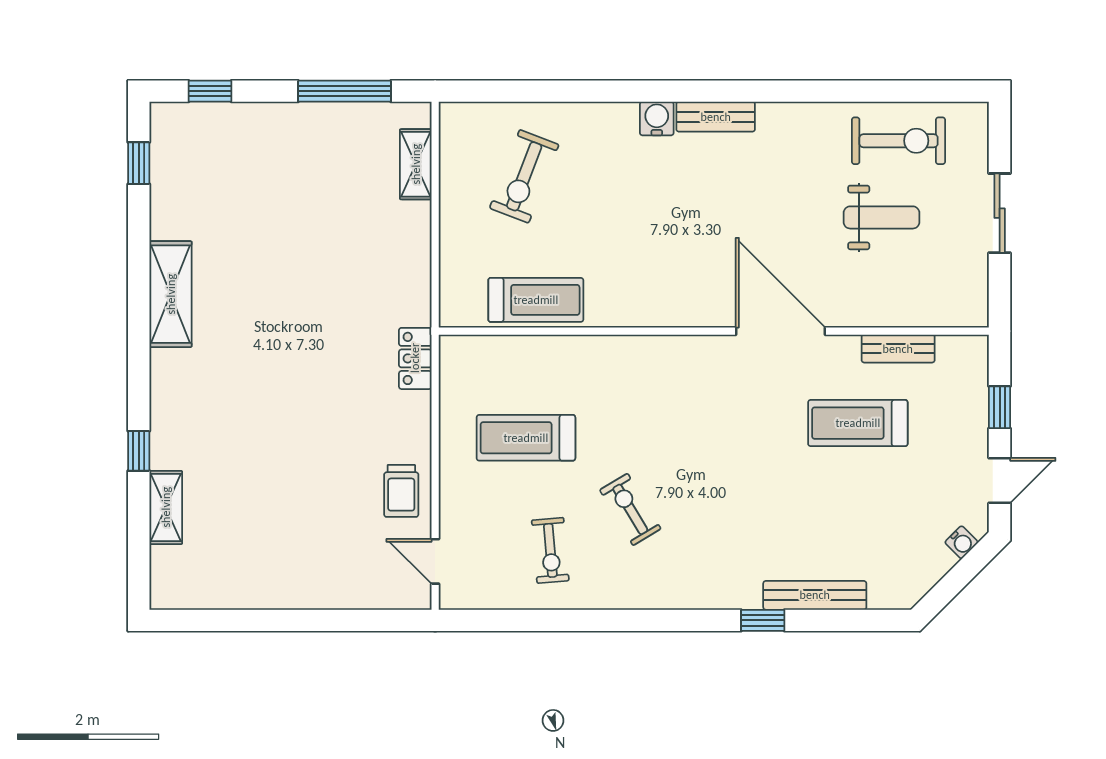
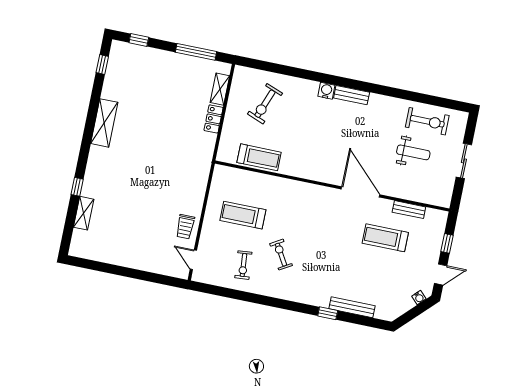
locker: (415, 358) -> (214, 119), moved

